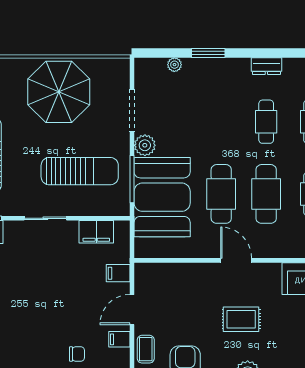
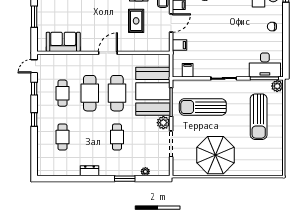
cafe table: (266, 122) -> (117, 137), moved
filing cabinet: (96, 232) -> (188, 70), width x0.50
door: (236, 260) -> (108, 53), swing flipped
rug: (241, 319) -> (136, 21), moved, turned 90

